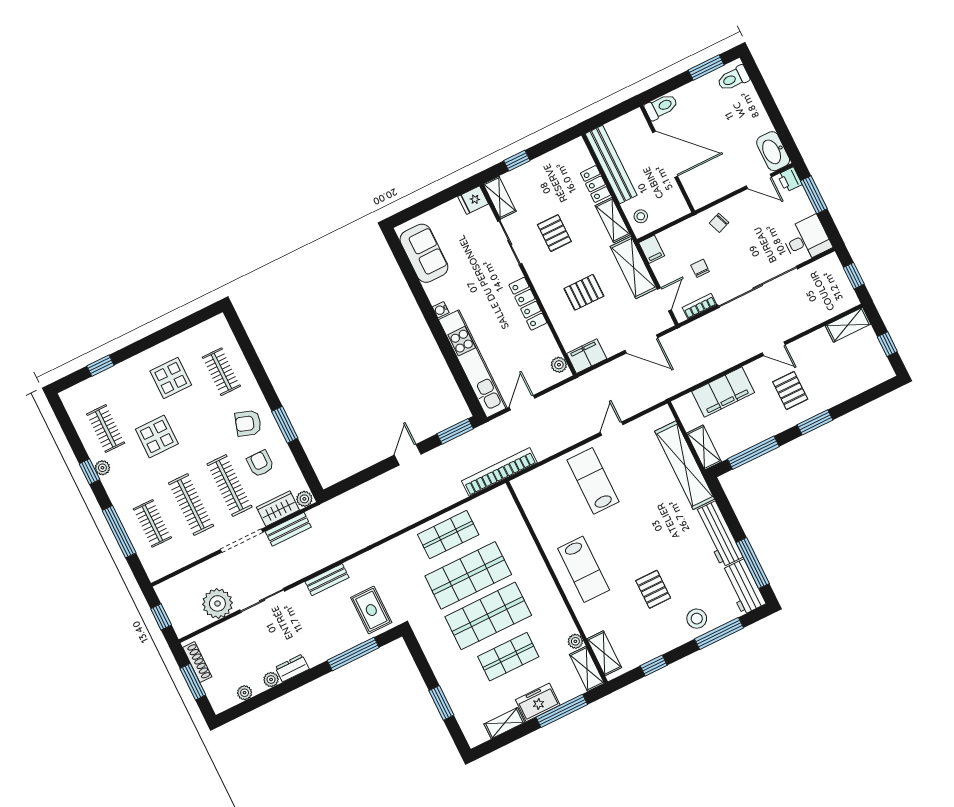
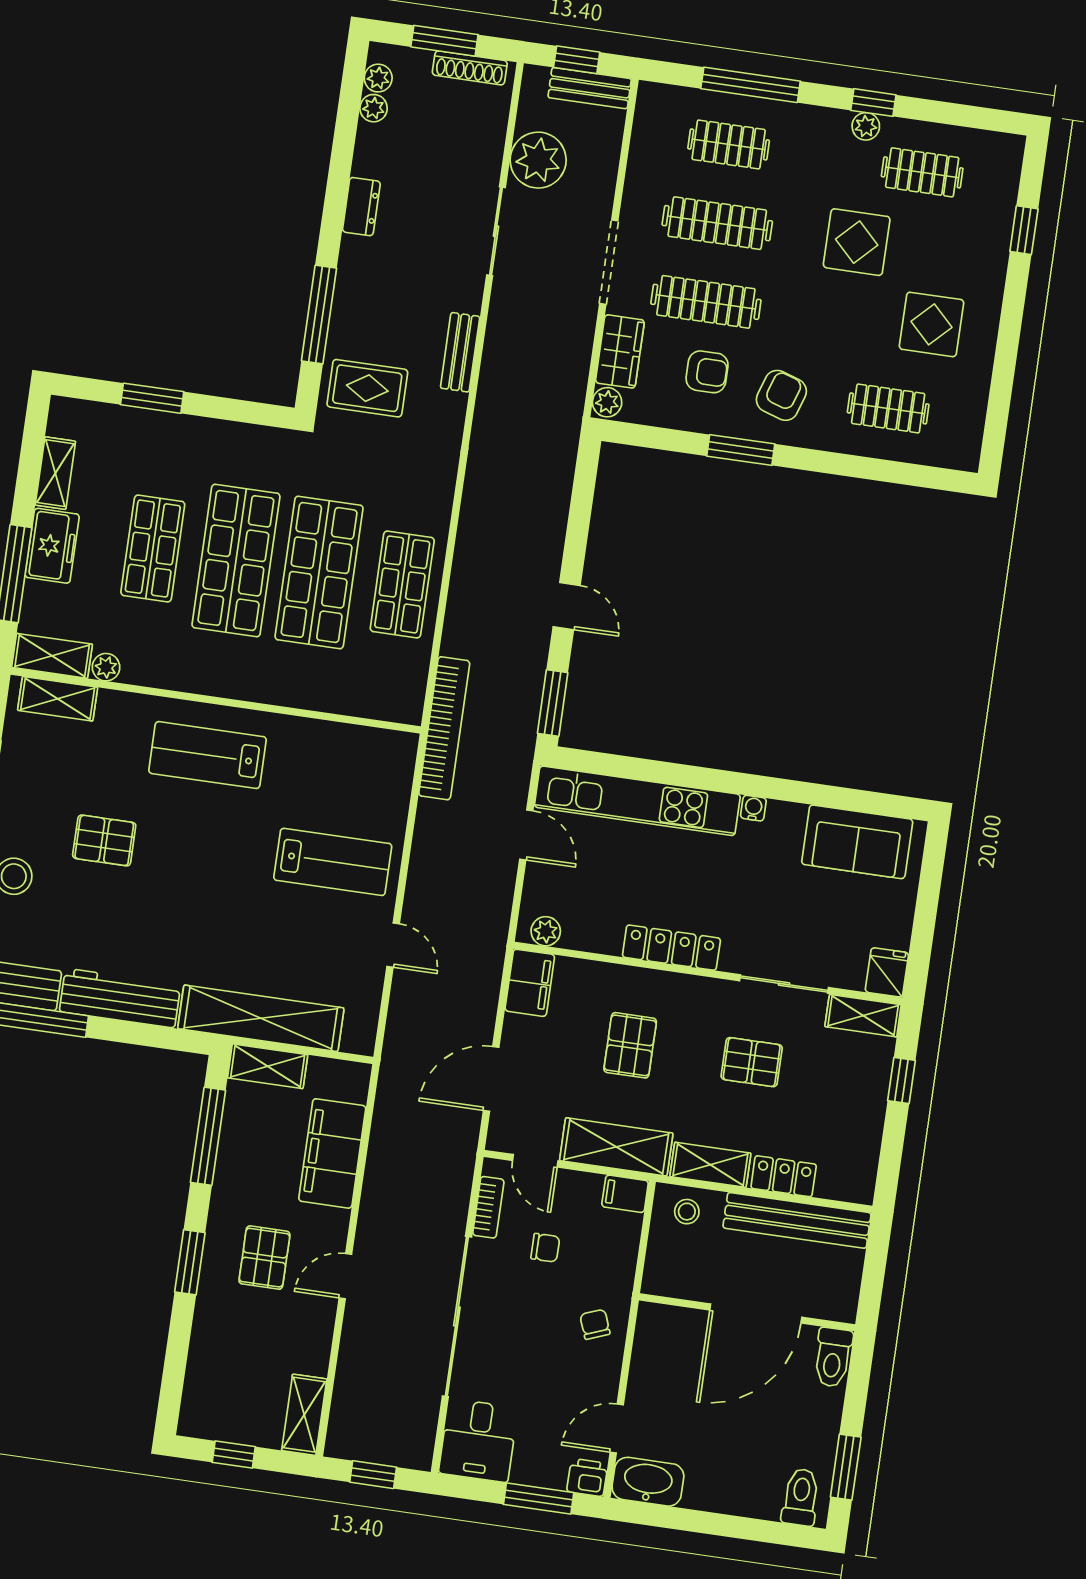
pallet: (790, 391) -> (264, 1258), turned 90
bench: (288, 529) -> (590, 88), moved, turned 90
plant: (271, 680) -> (378, 78), moved

